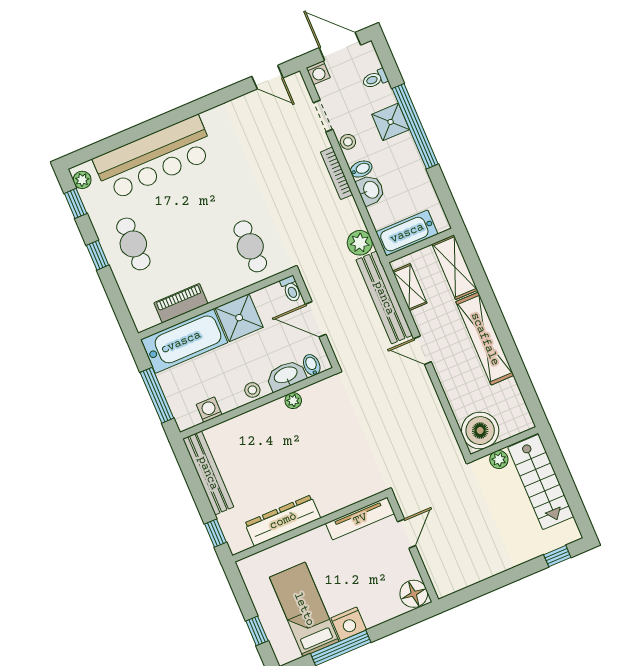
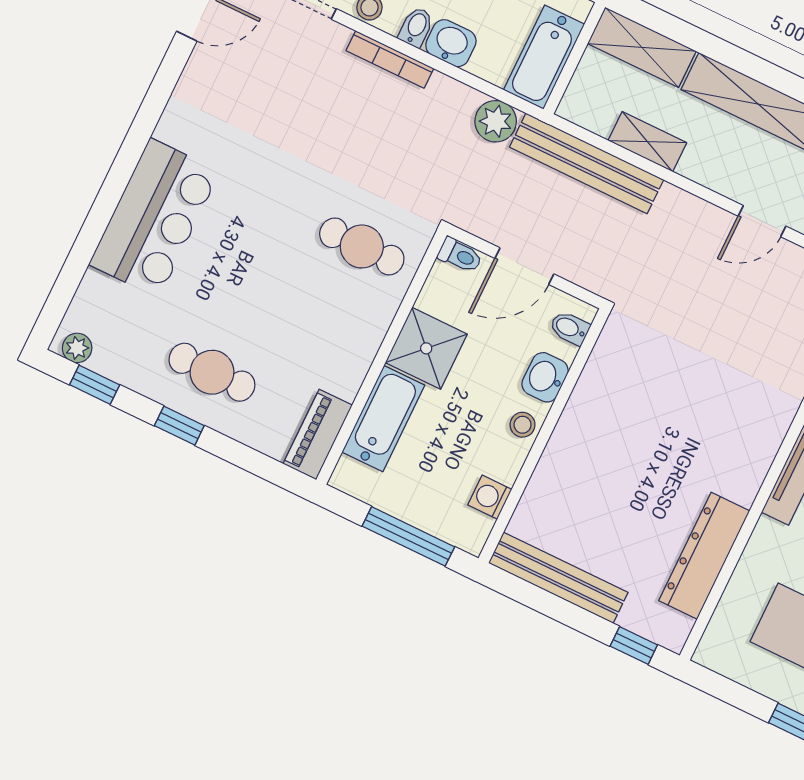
bar counter: (154, 158) -> (154, 218), width x0.73
shelving: (410, 287) -> (647, 142), moved
piano: (181, 303) -> (318, 434), moved
bathtub: (184, 341) -> (383, 419), width x0.73, depth x0.73
door: (422, 350) -> (762, 221), moved
washbasin: (286, 375) -> (545, 377), width x0.72
plant: (293, 401) -> (586, 393), removed

